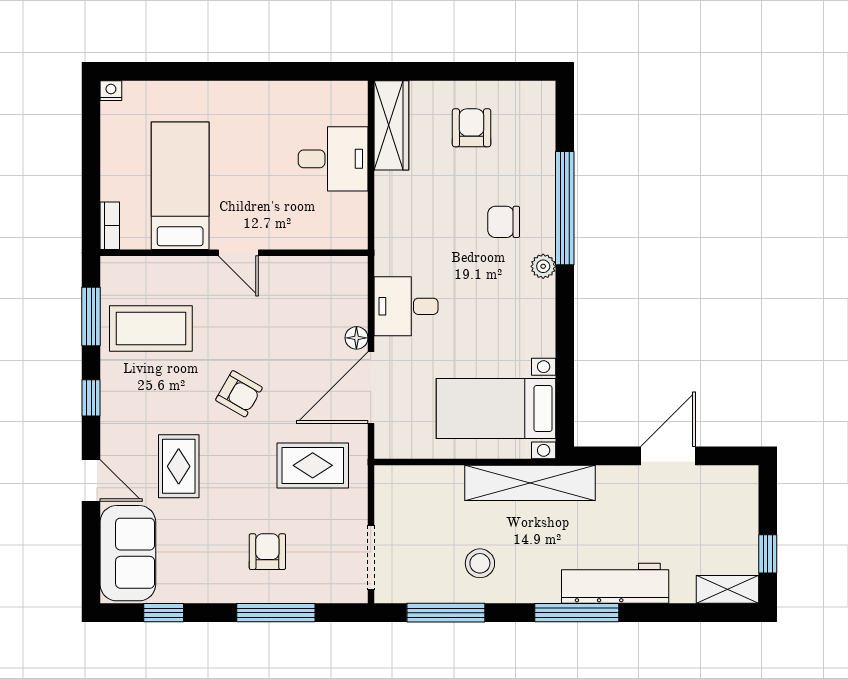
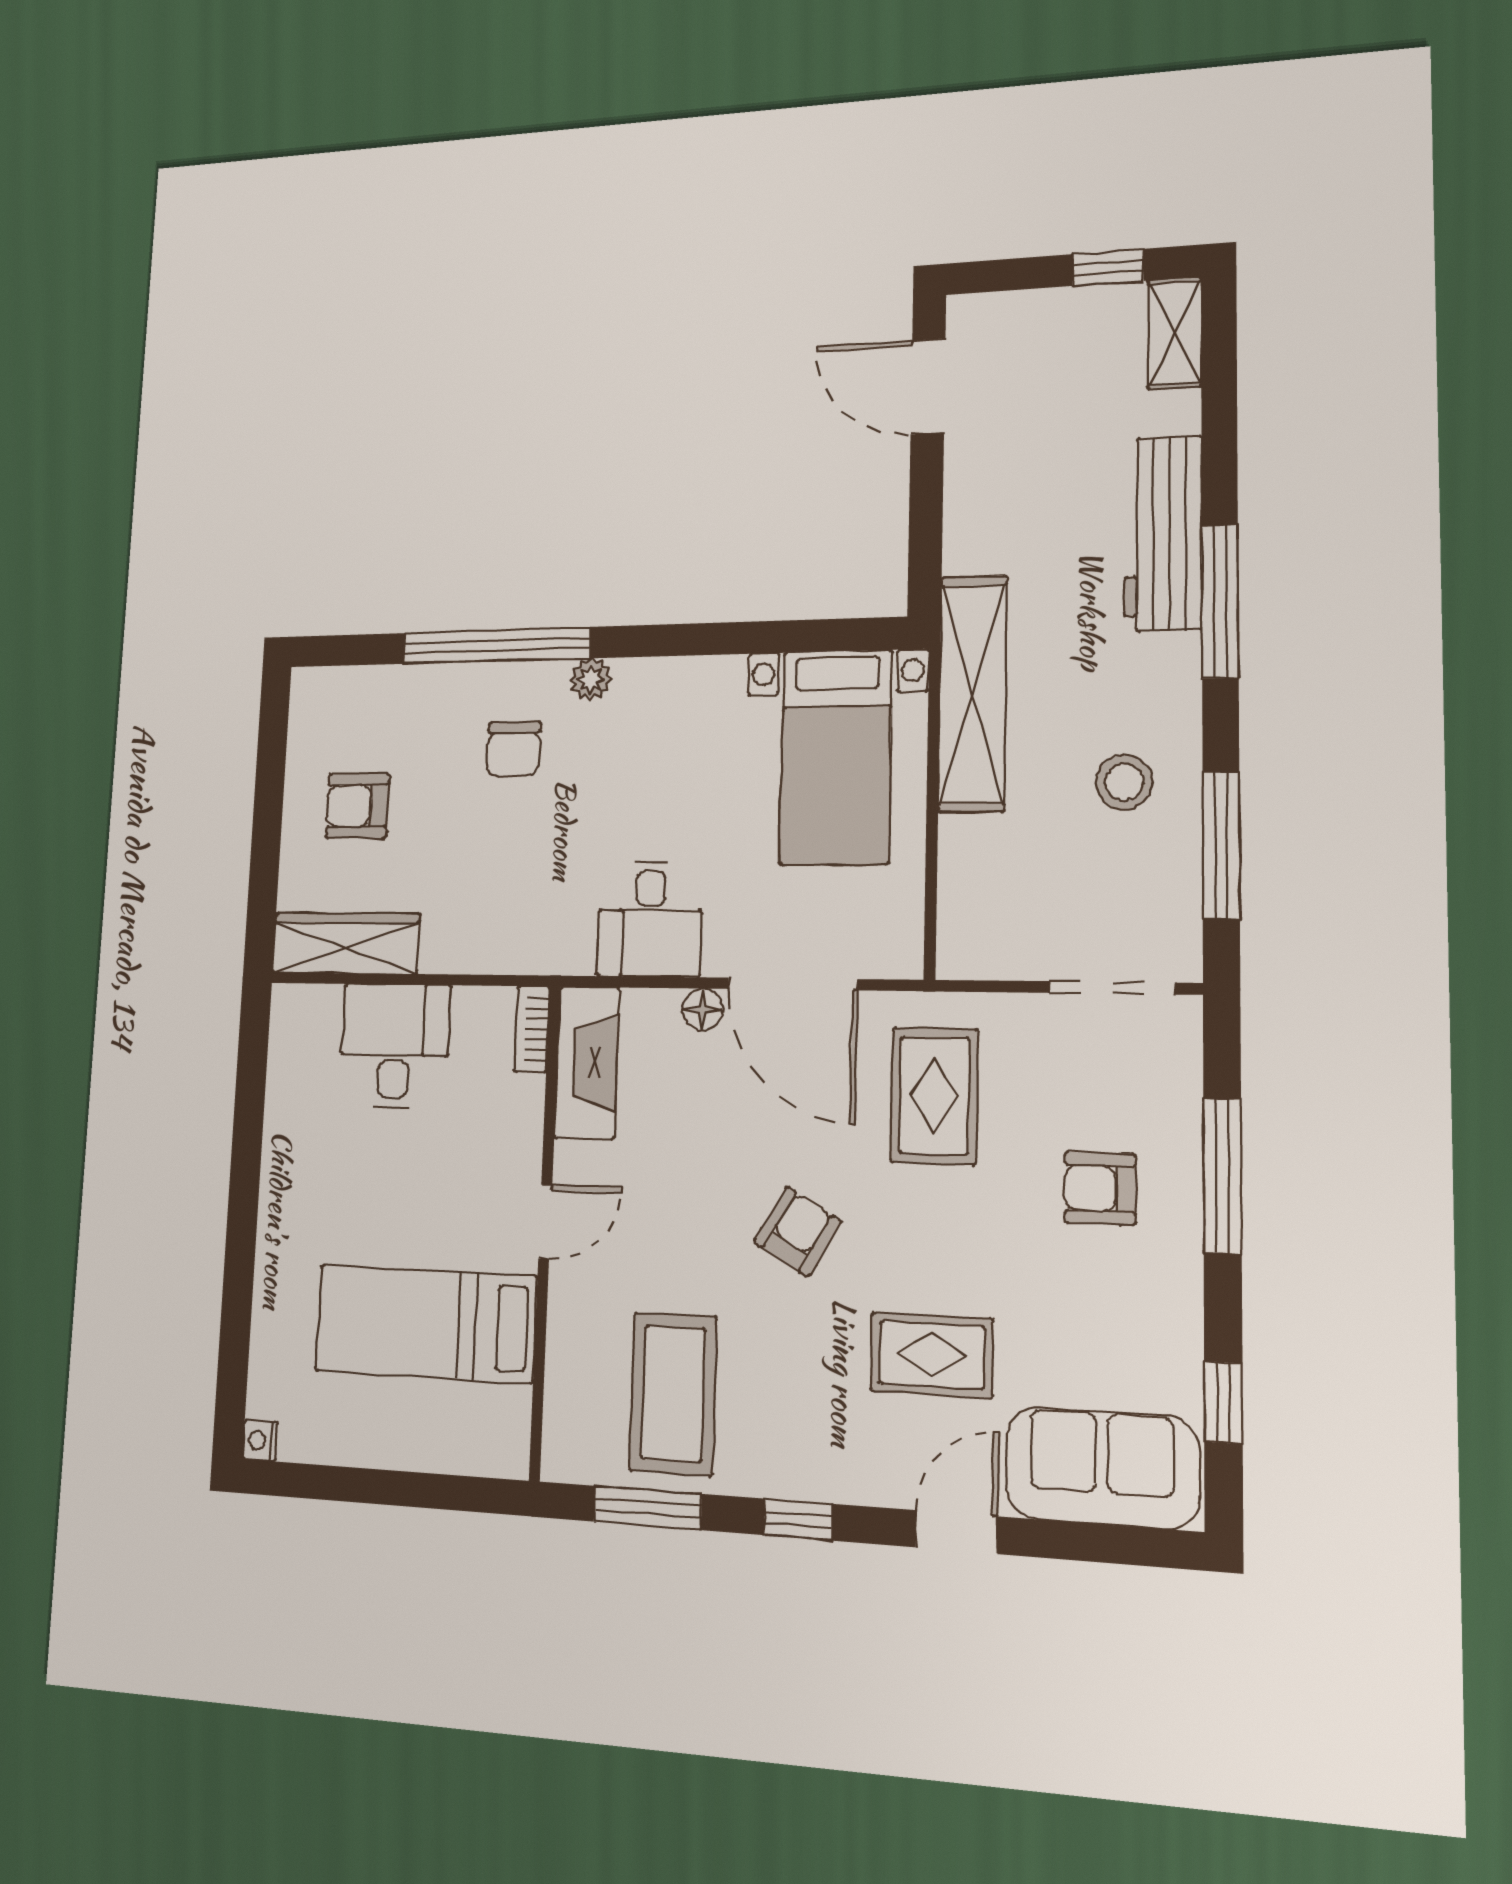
bookcase: (110, 226) -> (532, 1029), moved, turned -90
fireplace: (326, 273) -> (587, 1062), added
door: (668, 456) -> (928, 386), moved

